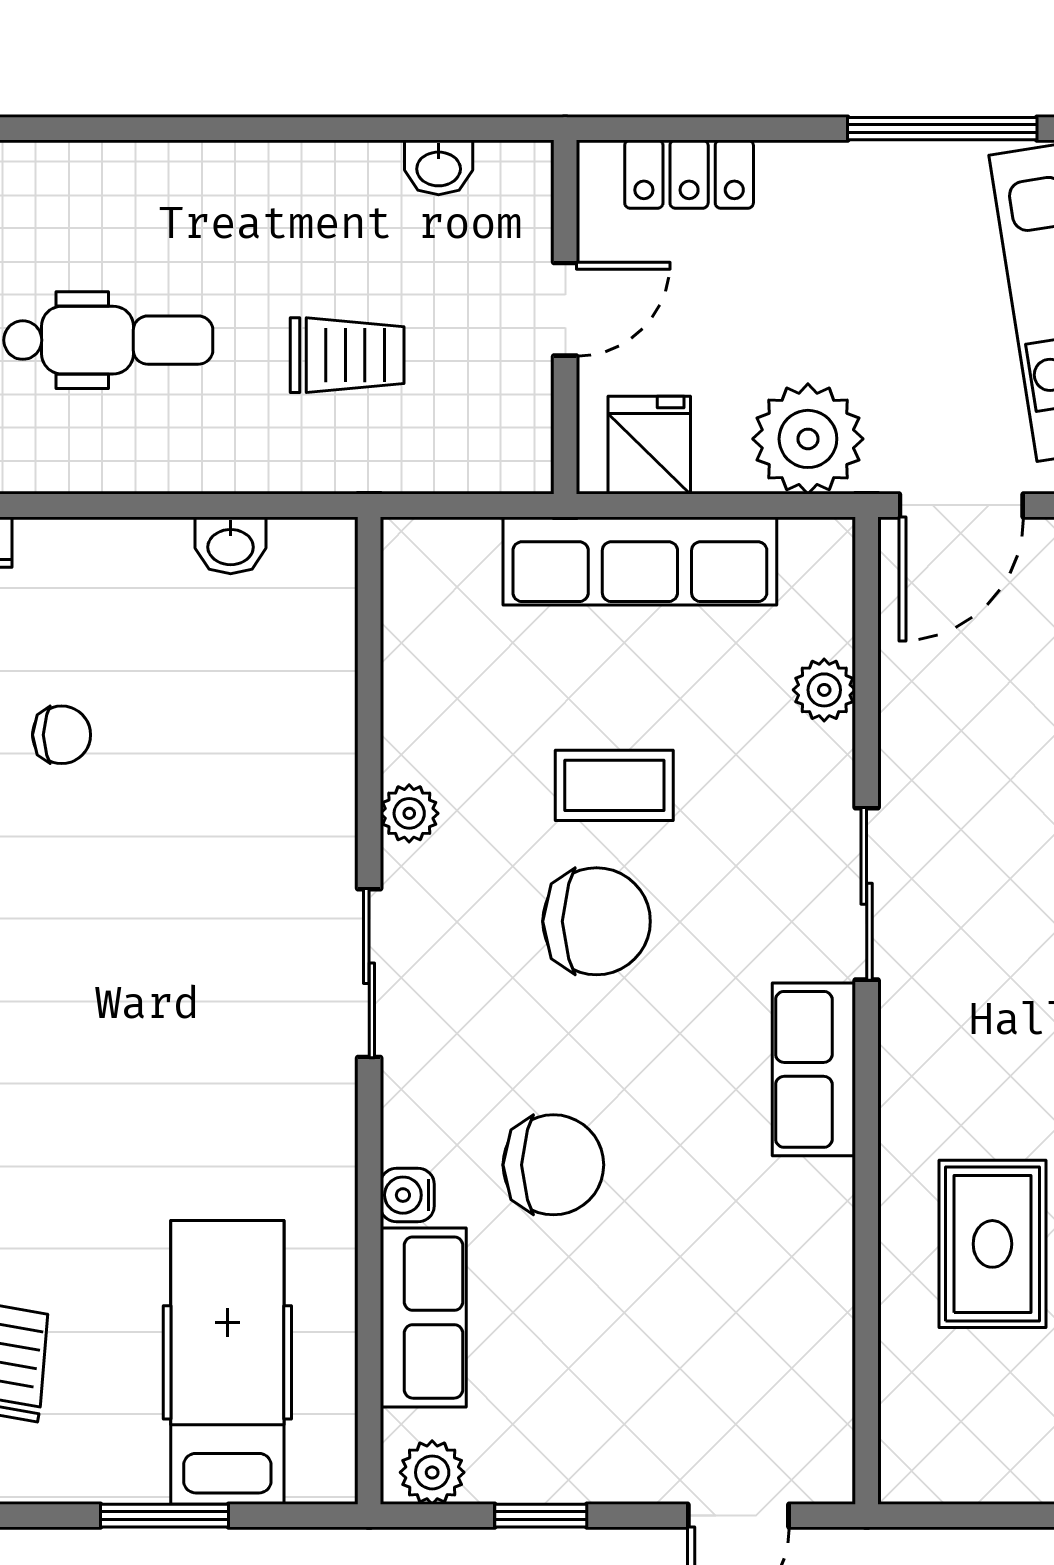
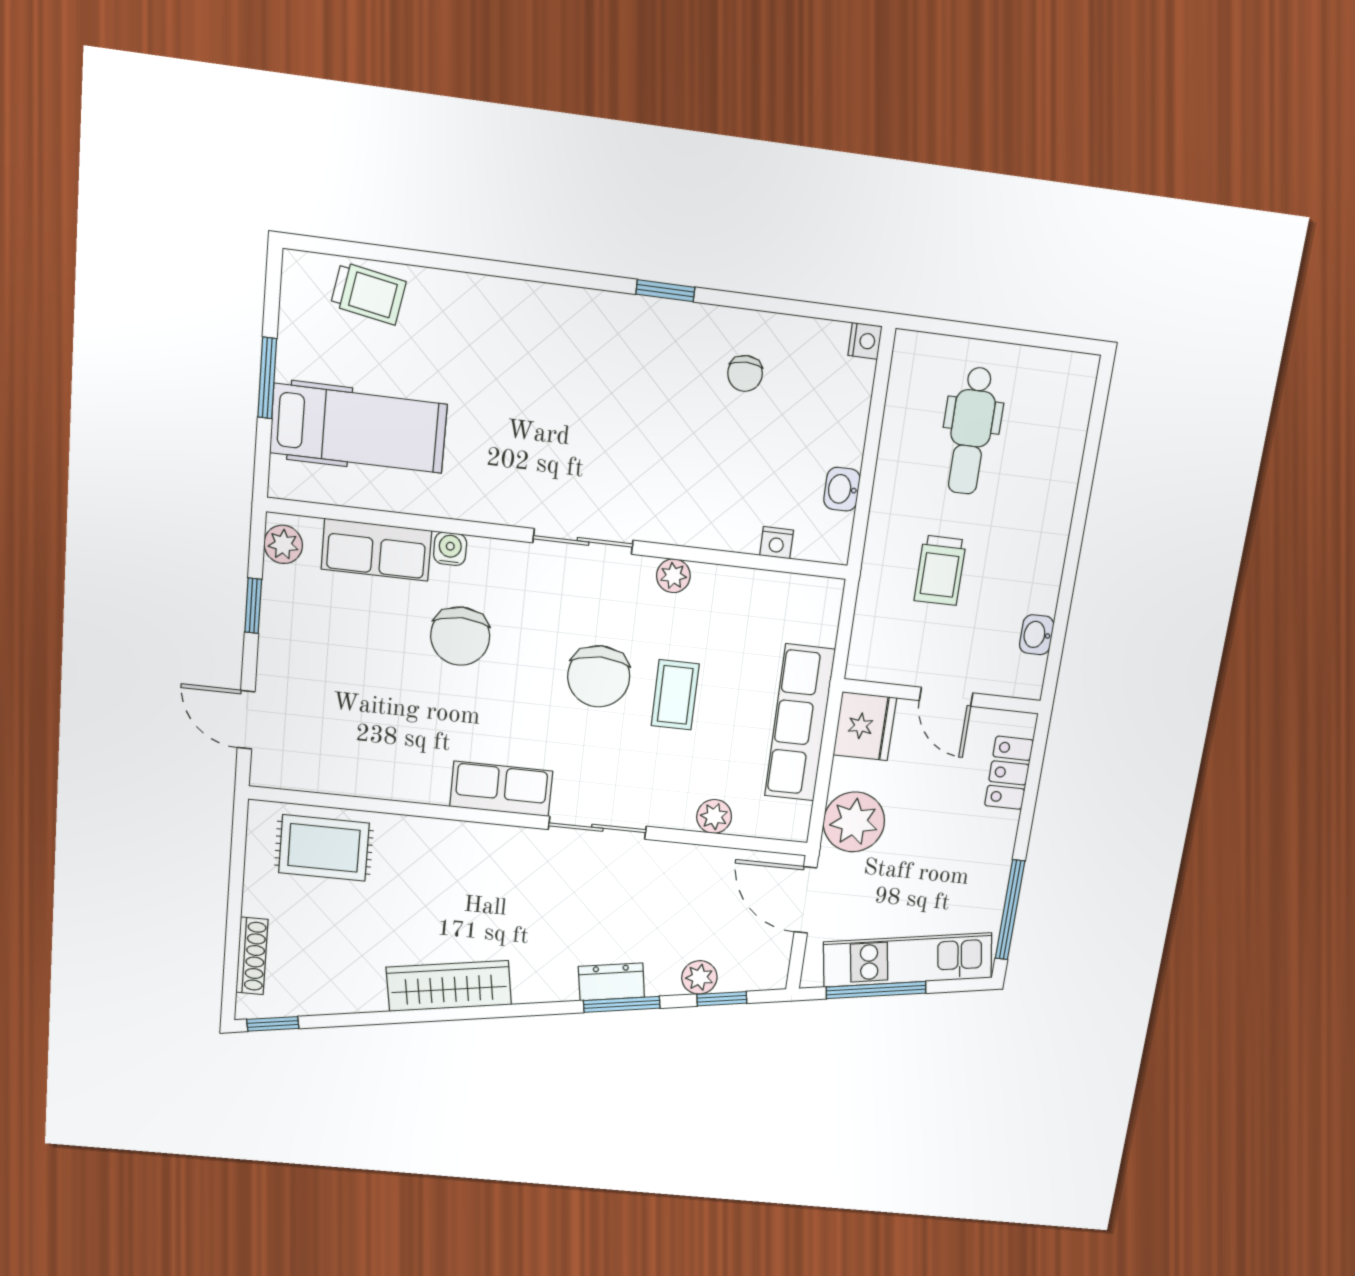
fridge: (649, 445) -> (865, 726), width x1.38
nightstand: (333, 644) -> (777, 543), added
rug: (992, 1244) -> (324, 848), moved

